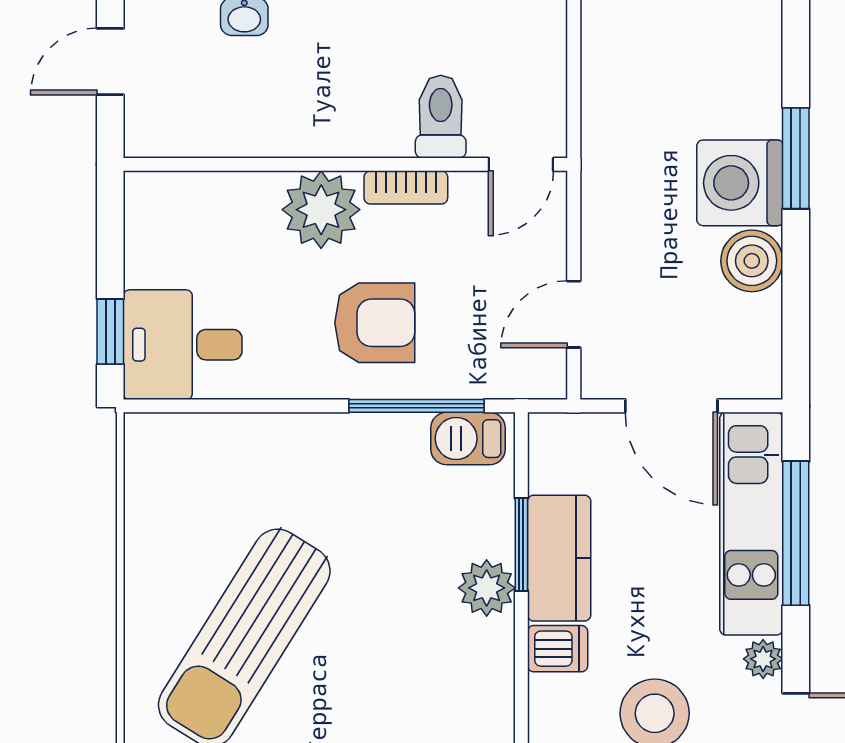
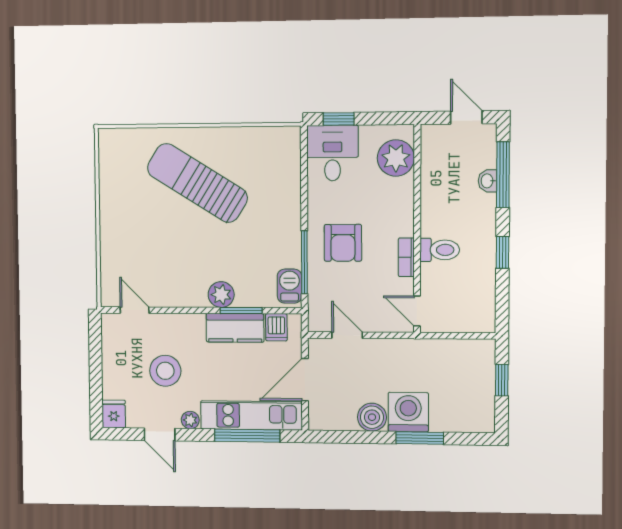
toilet: (441, 117) -> (440, 250), moved
plant: (321, 210) -> (396, 158), moved
dishwasher: (558, 649) -> (276, 327), moved

